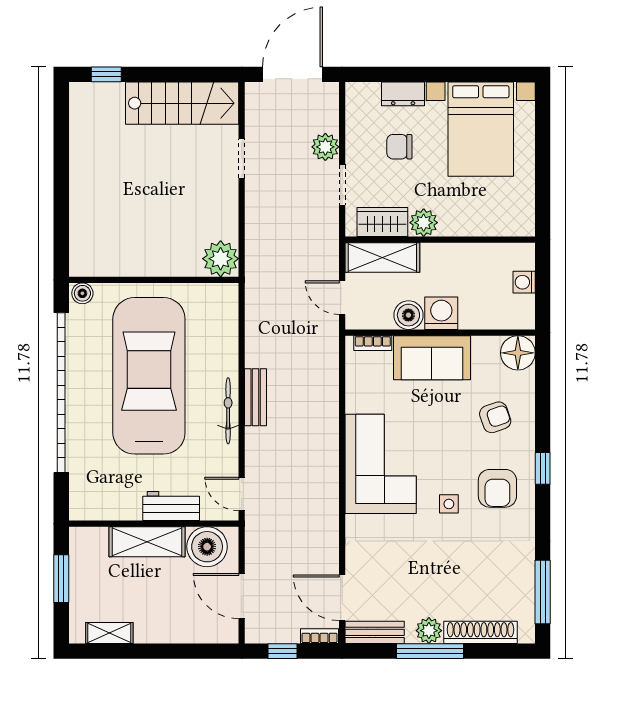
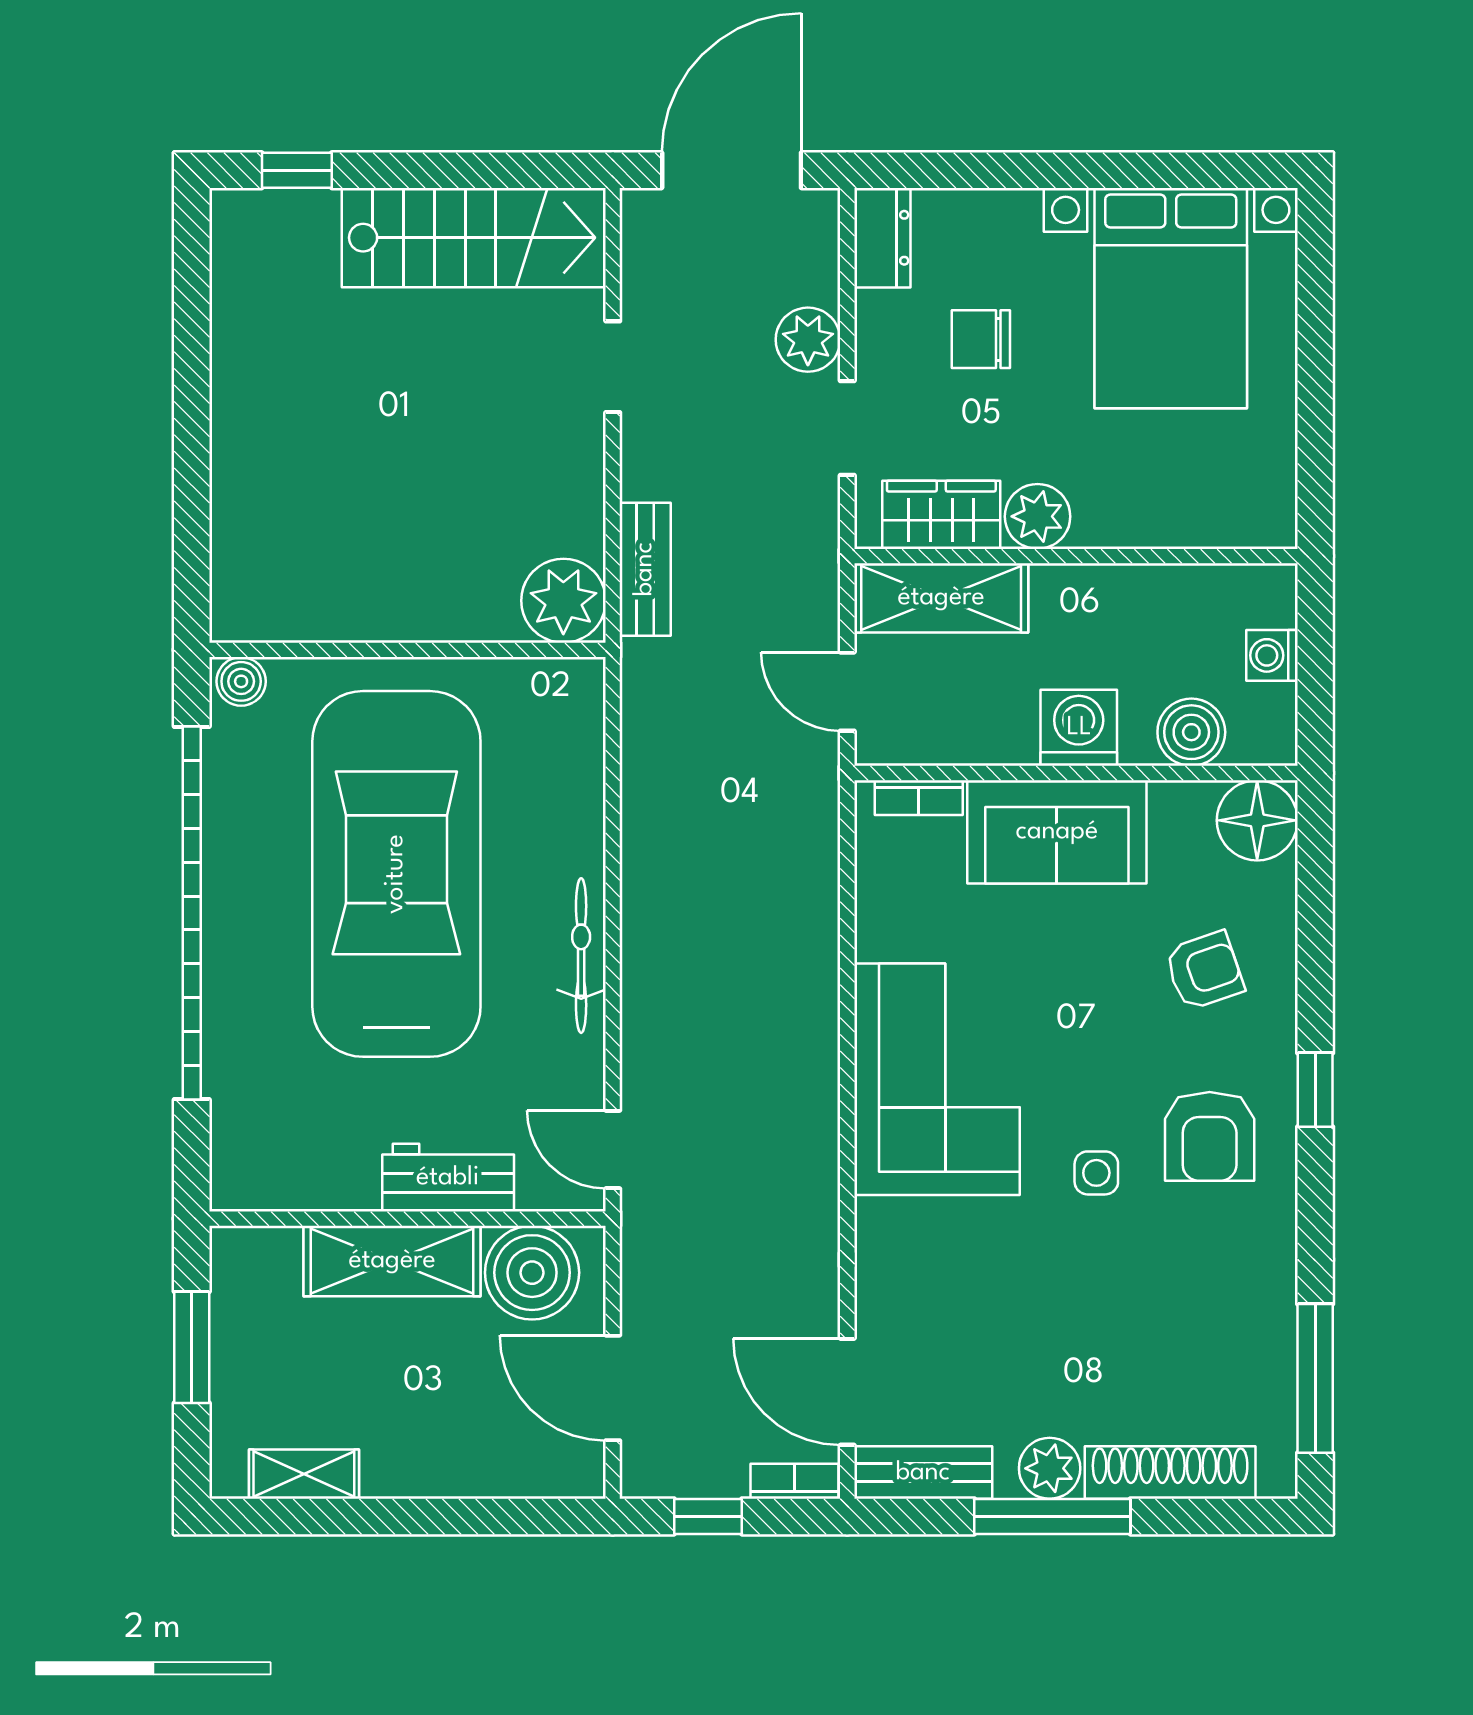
dresser: (403, 94) -> (882, 238), moved, turned -90
boiler: (408, 315) -> (1191, 732), moved
bench: (256, 397) -> (645, 569), moved

